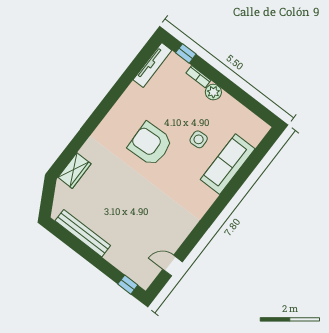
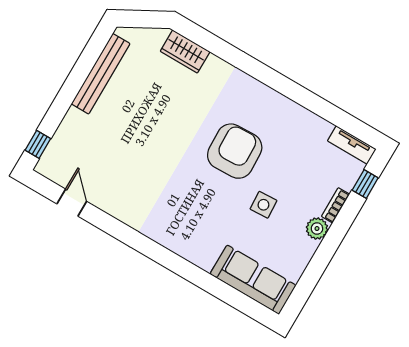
tv unit: (152, 65) -> (352, 145), width x0.71
side table: (199, 139) -> (263, 205), moved
sofa: (228, 164) -> (253, 280), moved

